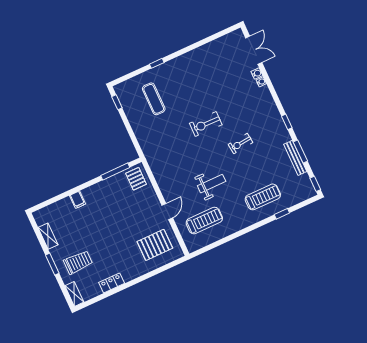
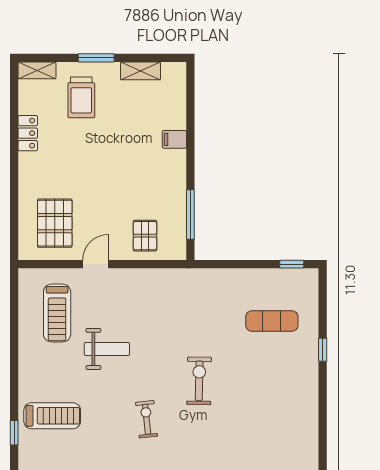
pallet: (136, 179) -> (145, 236), moved, turned 90
weight bench: (212, 184) -> (107, 349), turned -90
treadmill: (263, 197) -> (52, 416), turned -90
door: (167, 212) -> (96, 264), swing flipped

